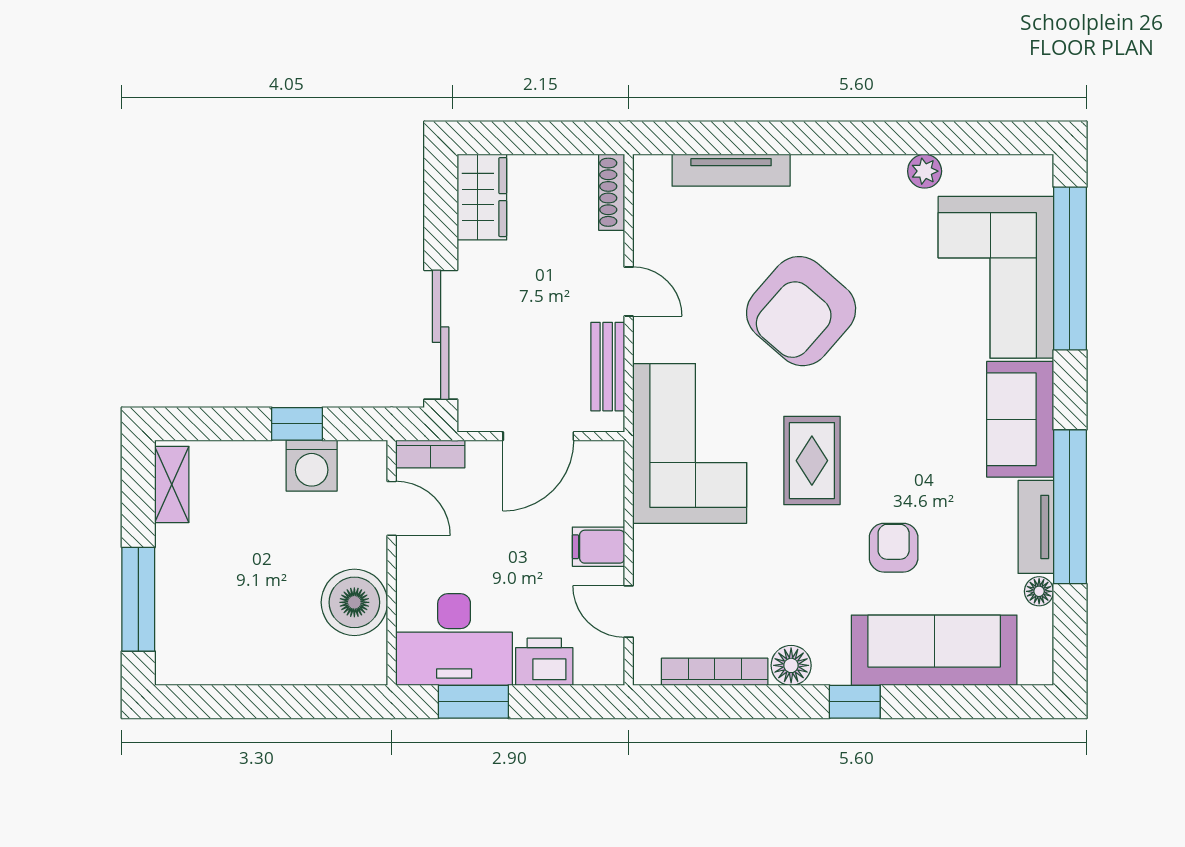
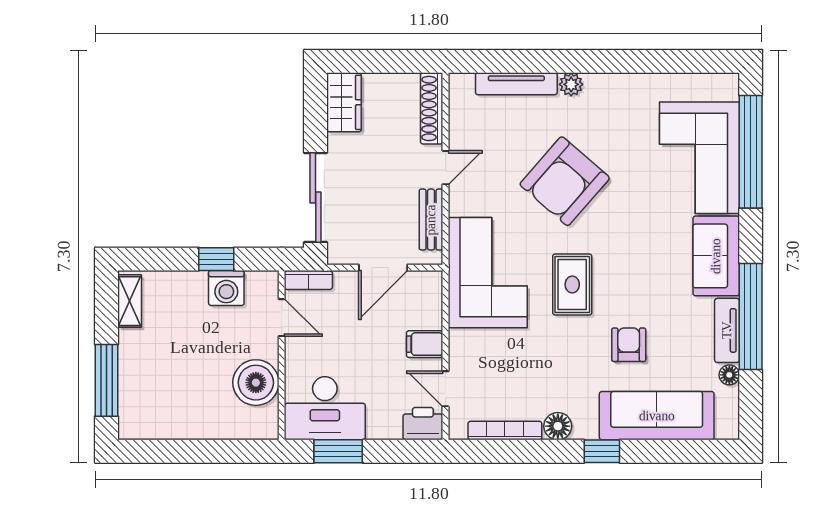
plant: (925, 171) -> (571, 84), moved
shoe rack: (612, 192) -> (432, 108), width x1.36, depth x1.24
door: (629, 291) -> (446, 168), hinge flipped
printer: (544, 662) -> (423, 424), moved

